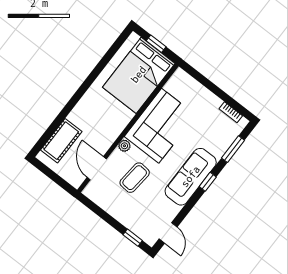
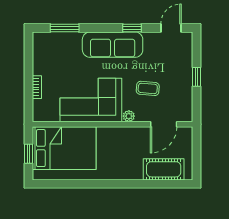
bookcase: (231, 112) -> (37, 87), moved
coffee table: (135, 178) -> (148, 88), width x0.73, depth x0.77
window: (208, 182) -> (132, 28), moved
window: (133, 238) -> (197, 77), moved

